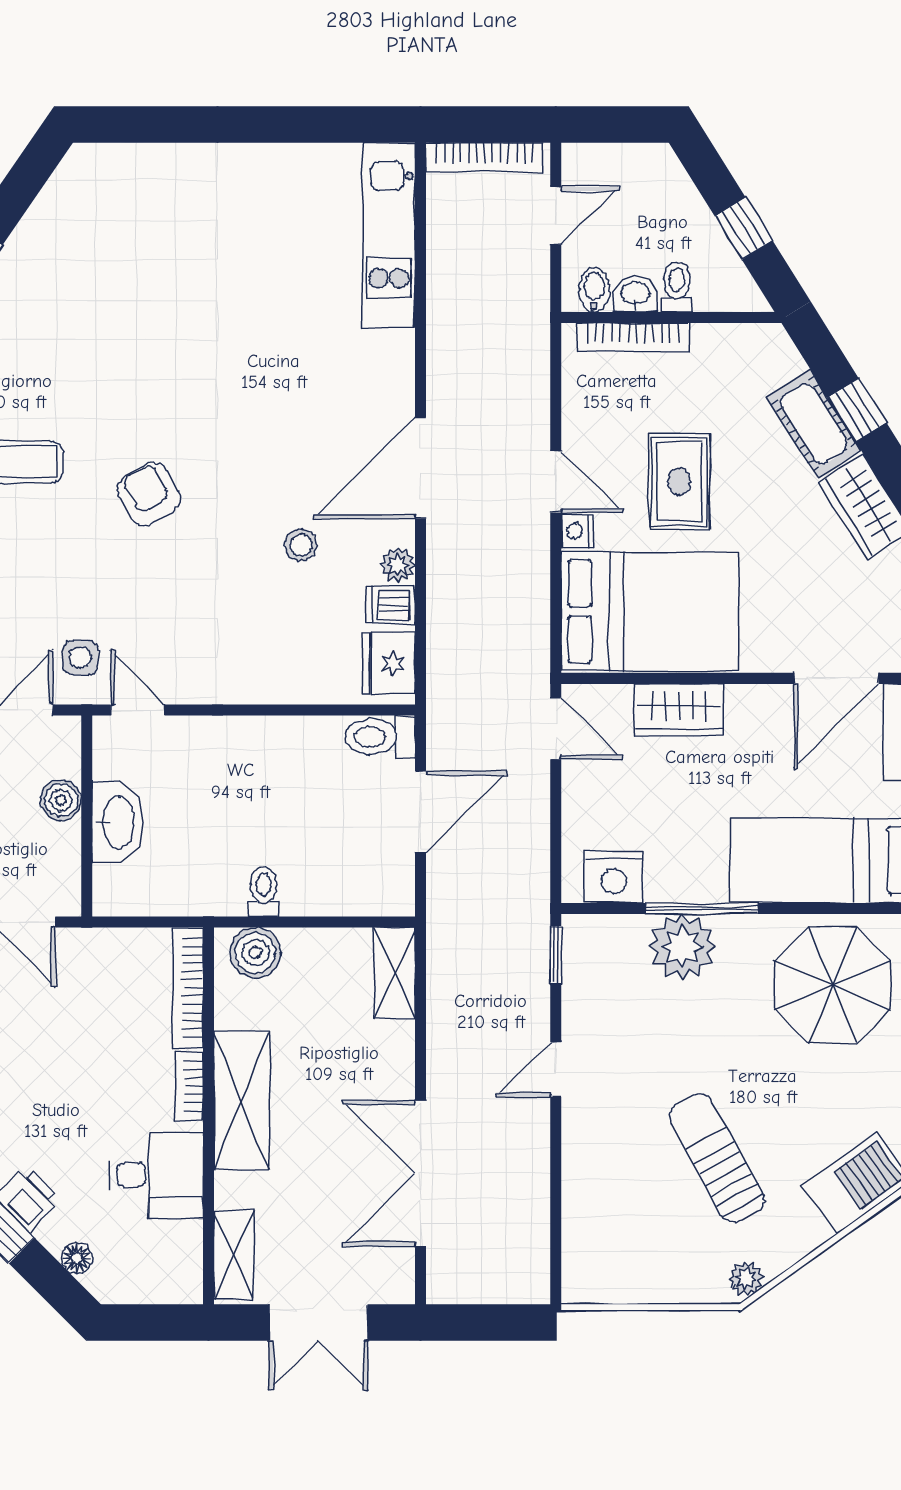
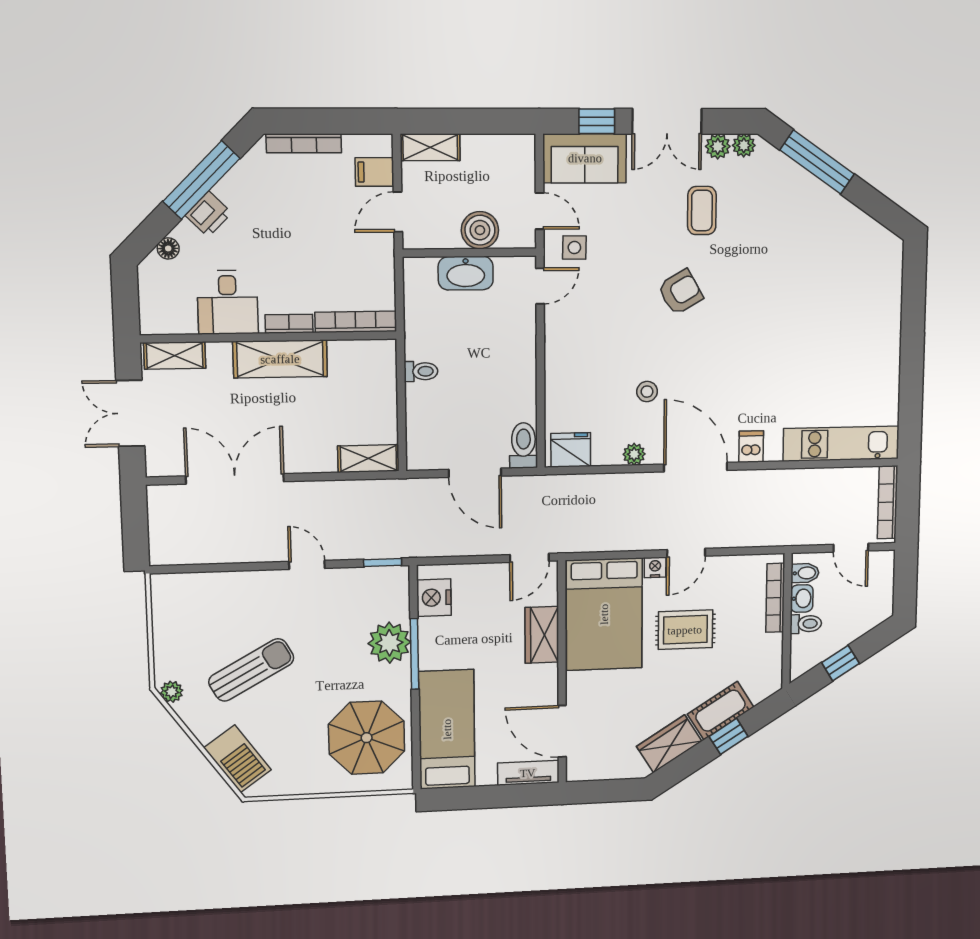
dishwasher: (390, 605) -> (751, 447), moved
boiler: (61, 800) -> (480, 230), width x1.36, depth x1.36
boiler: (255, 953) -> (380, 367), removed

